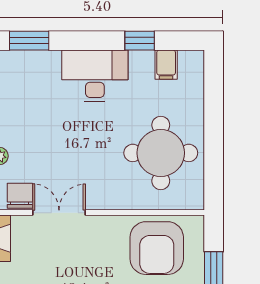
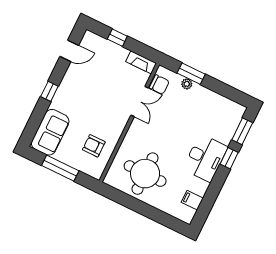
window: (140, 41) -> (229, 158), moved
armchair: (157, 248) -> (94, 146), width x0.53, depth x0.53

